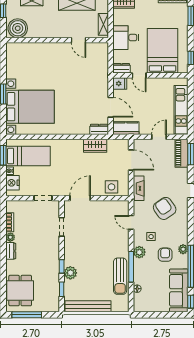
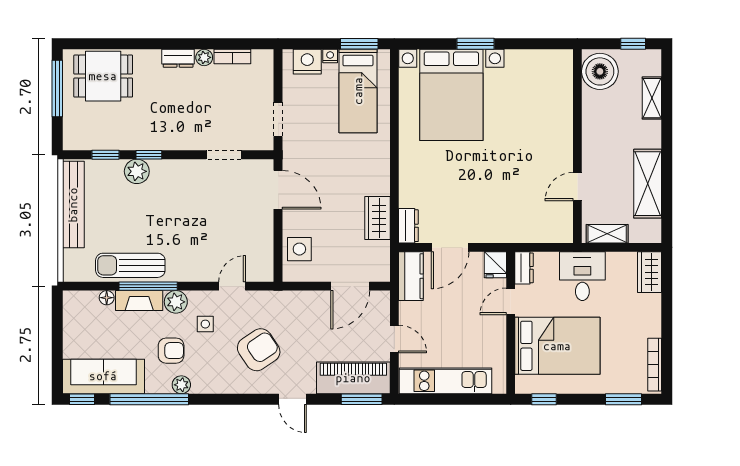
piano: (182, 153) -> (353, 378), width x1.37, depth x1.33
fireplace: (139, 188) -> (139, 300), moved

